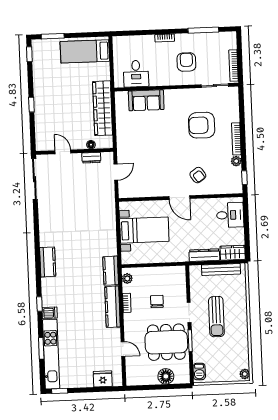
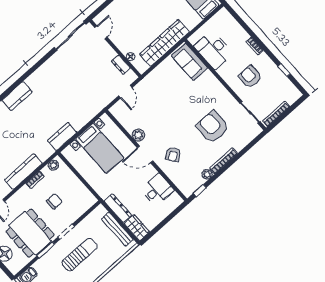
window: (203, 30) -> (284, 70), width x0.46
armchair: (186, 62) -> (250, 77), turned -90
desk: (136, 74) -> (213, 50), width x1.37
sofa: (146, 100) -> (189, 62), moved
door: (63, 152) -> (101, 32), moved
door: (116, 172) -> (125, 92), hinge flipped
plant: (159, 190) -> (138, 135), added
door: (179, 198) -> (145, 154), hinge flipped
desk: (230, 215) -> (157, 190), moved, turned -90
kitchen counter: (111, 271) -> (62, 136), moved
sun lounger: (216, 317) -> (80, 255), turned 180

